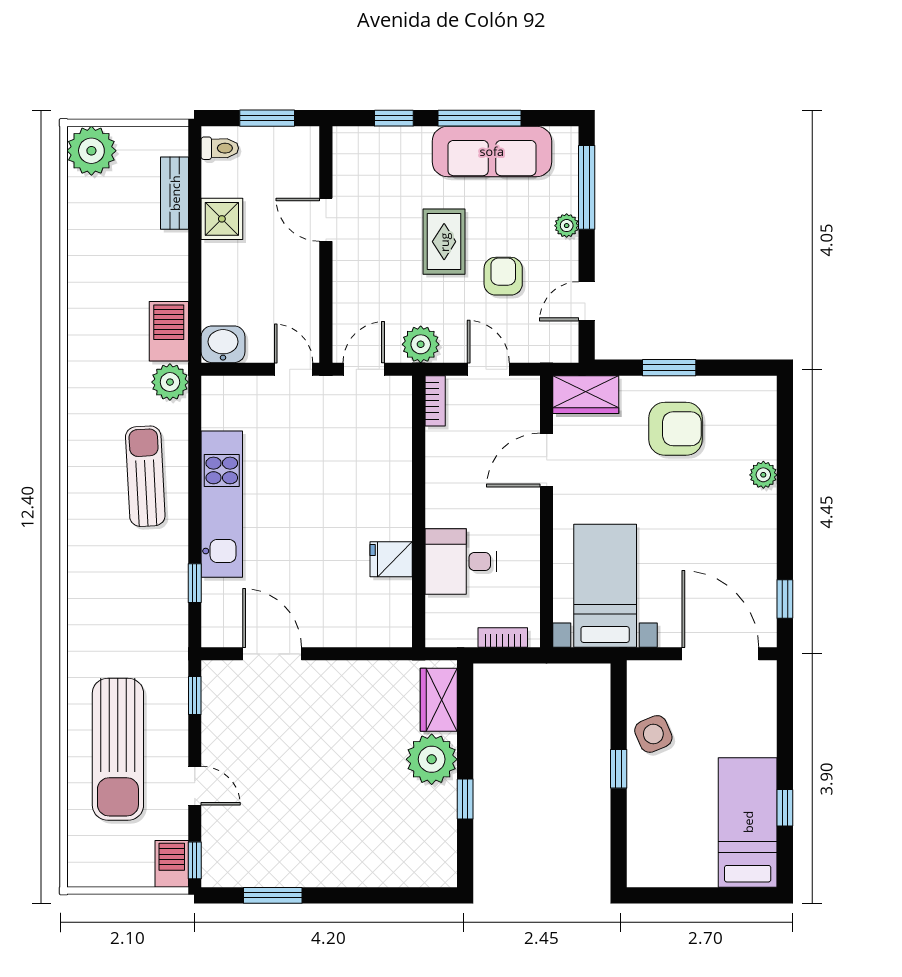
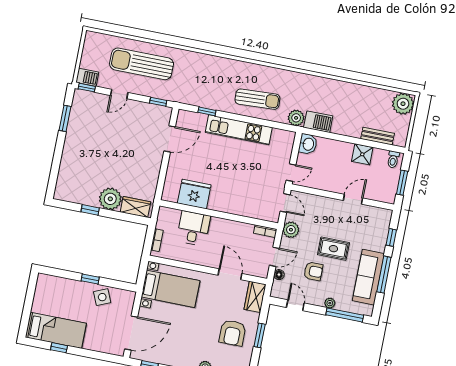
floor lamp: (526, 351) -> (279, 275), added
fridge: (391, 559) -> (194, 194), width x1.88, depth x1.34

